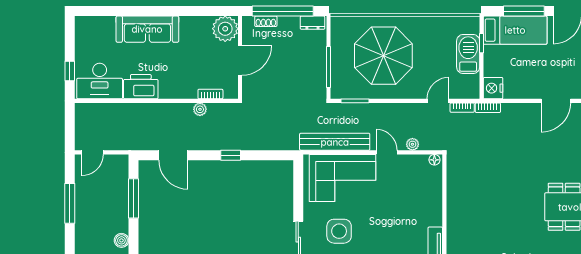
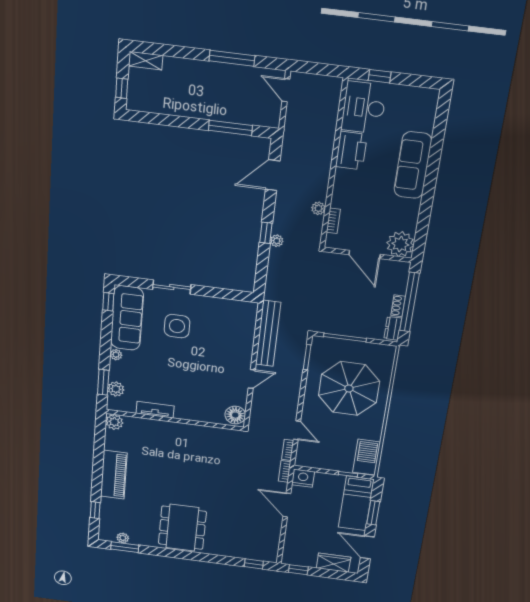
window: (524, 11) -> (373, 513), width x0.69
shoe rack: (266, 21) -> (398, 306), moved
barbecue: (468, 54) -> (367, 457), moved, turned -90
door: (556, 101) -> (287, 505), moved
plant: (412, 144) -> (277, 241), moved
floor lamp: (434, 160) -> (235, 415), width x1.89, depth x1.89
corner sofa: (343, 178) -> (231, 336), removed
boiler: (121, 240) -> (186, 110), removed

